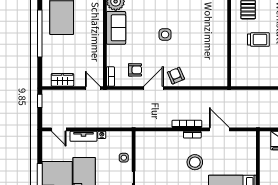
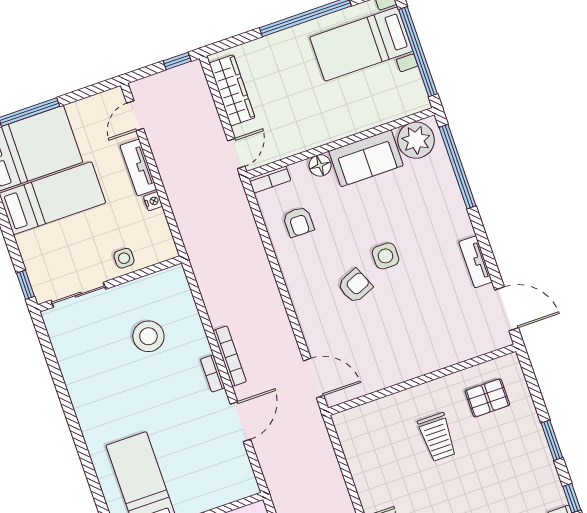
floor lamp: (112, 51) -> (320, 165), added
armchair: (176, 76) -> (355, 286), moved
wardrobe: (62, 80) -> (232, 90), width x1.50
door: (153, 88) -> (314, 378), moved
stool: (195, 162) -> (148, 336), moved

